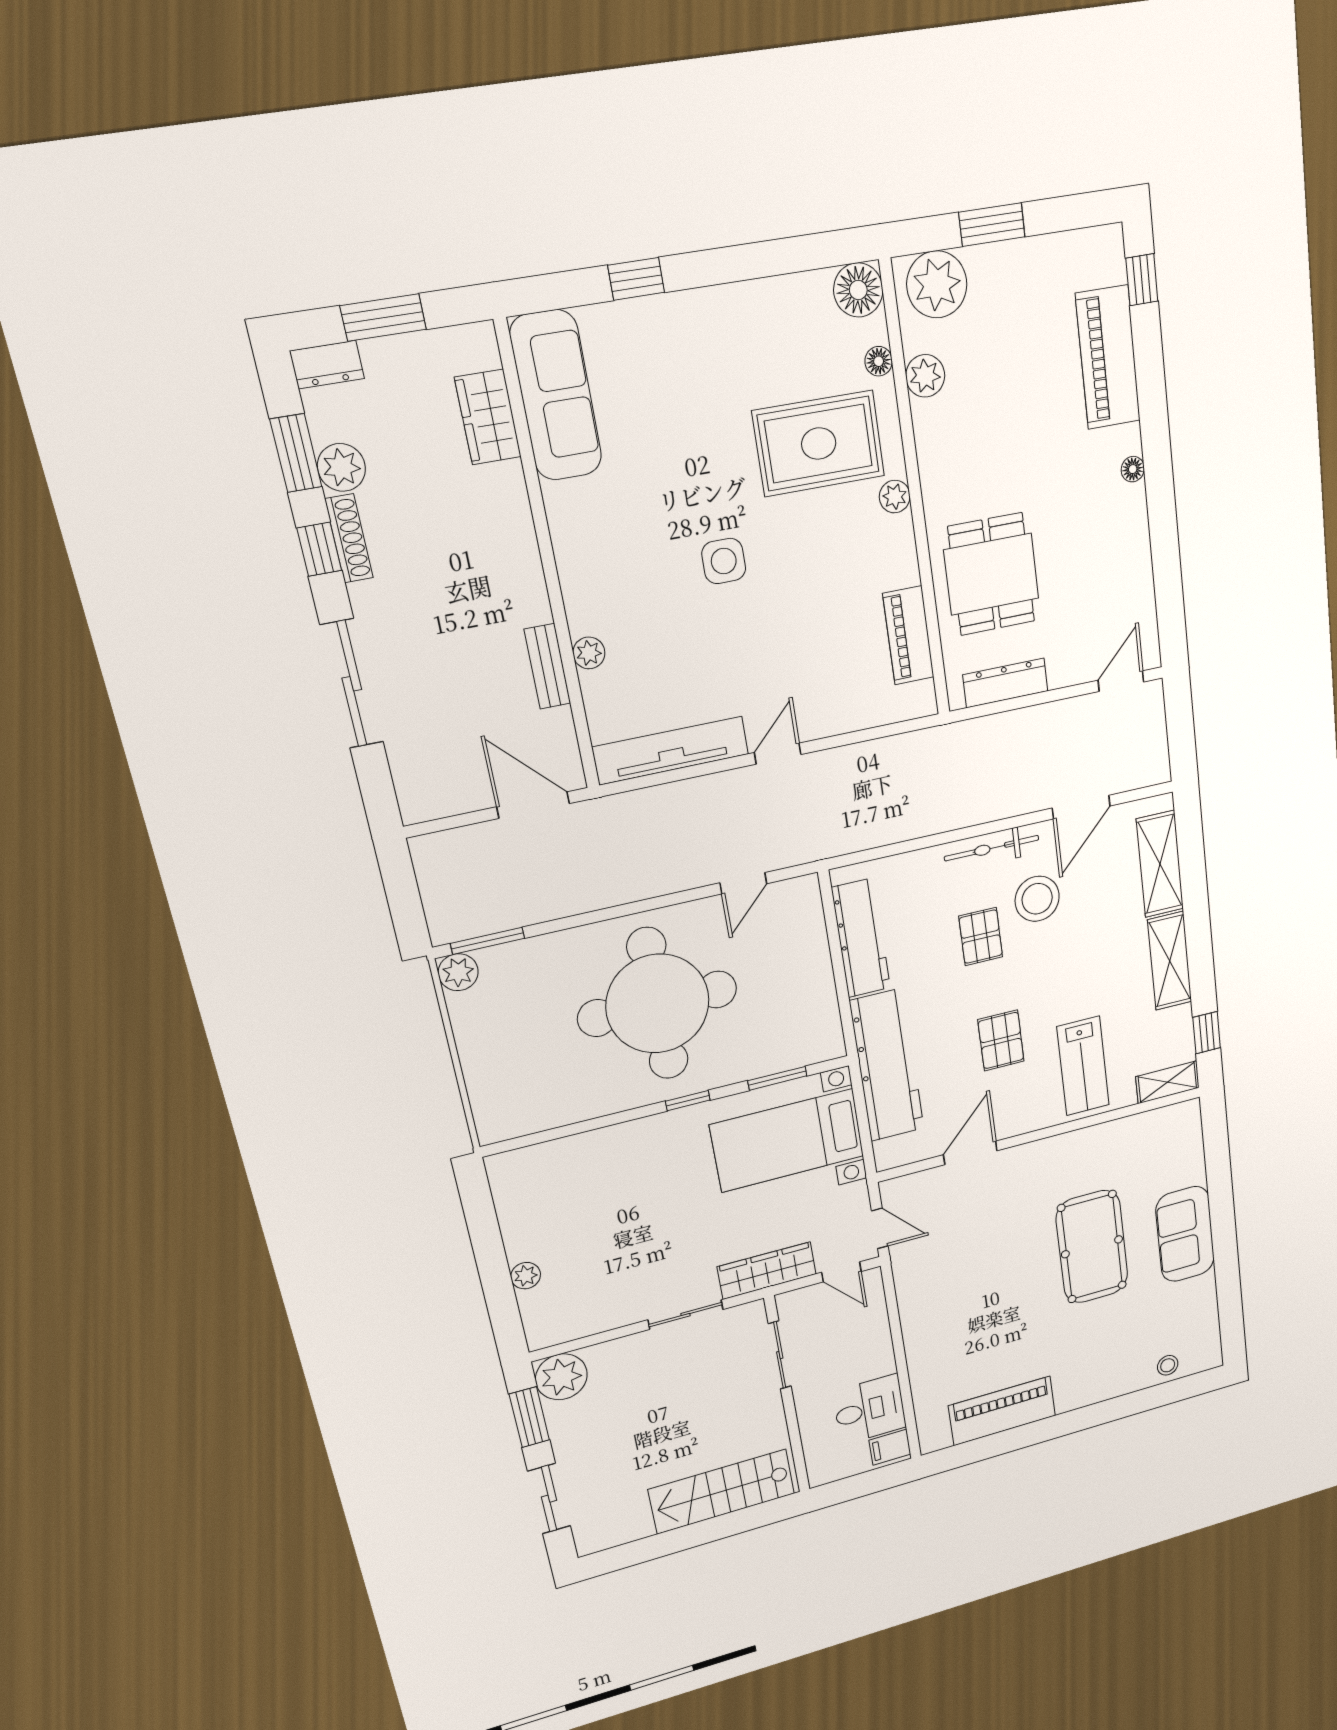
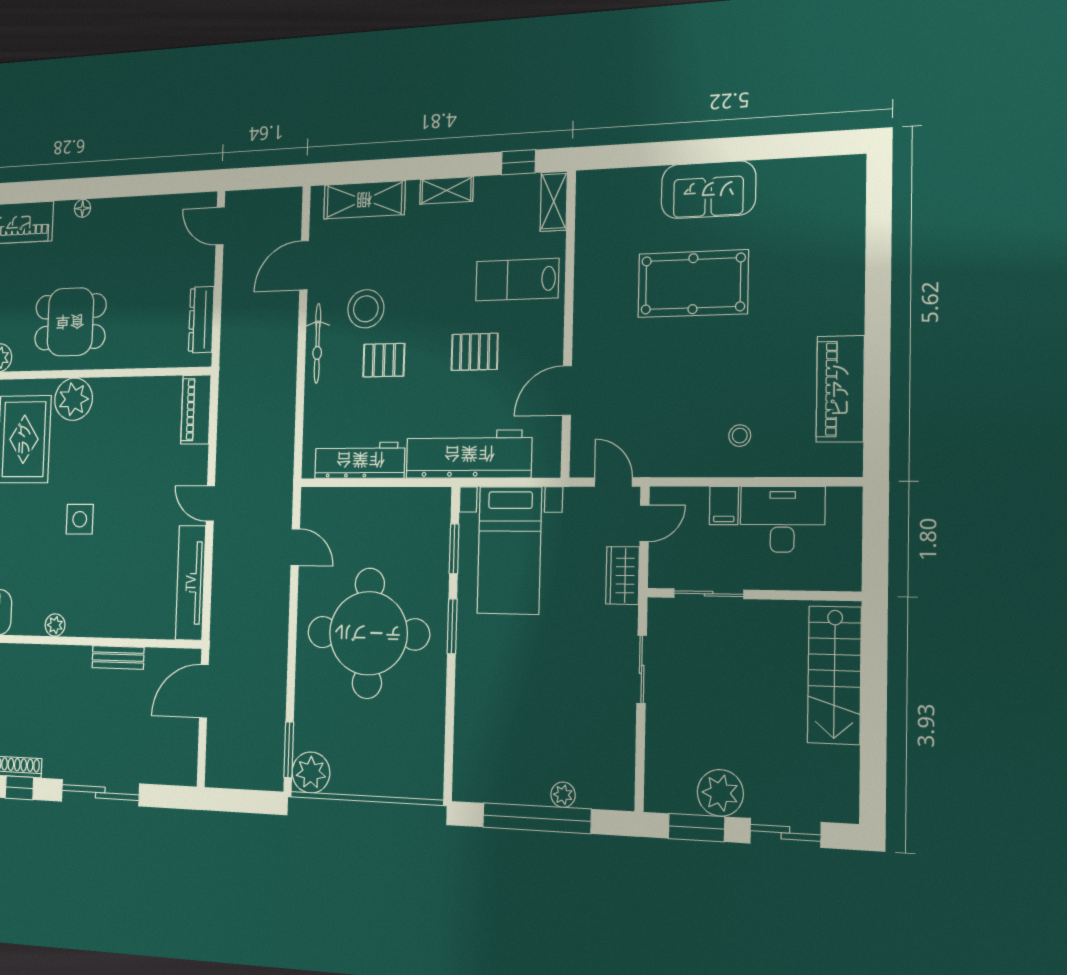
plant: (895, 497) -> (74, 399), width x1.87, depth x1.87
dining table: (991, 574) -> (70, 322), moved
piano: (908, 635) -> (196, 410), moved, turned 90
plant: (589, 653) -> (55, 625), moved
door: (1081, 807) -> (304, 265), swing flipped
shelving: (1170, 961) -> (446, 190), width x0.67, depth x0.75
plant: (458, 972) -> (311, 773), width x1.36, depth x1.36
lab bench: (1083, 1066) -> (517, 280), turned 180
window: (688, 1101) -> (452, 626), width x1.50
door: (970, 1153) -> (567, 390), hinge flipped
door: (880, 1228) -> (613, 482), hinge flipped
window: (490, 1256) -> (537, 818), added
wardrobe: (767, 1271) -> (622, 575), width x0.67
stool: (1168, 1365) -> (740, 436), moved
plant: (561, 1377) -> (720, 793), moved
desk: (870, 1409) -> (782, 519), width x1.37
filing cabinet: (890, 1447) -> (724, 506), moved

